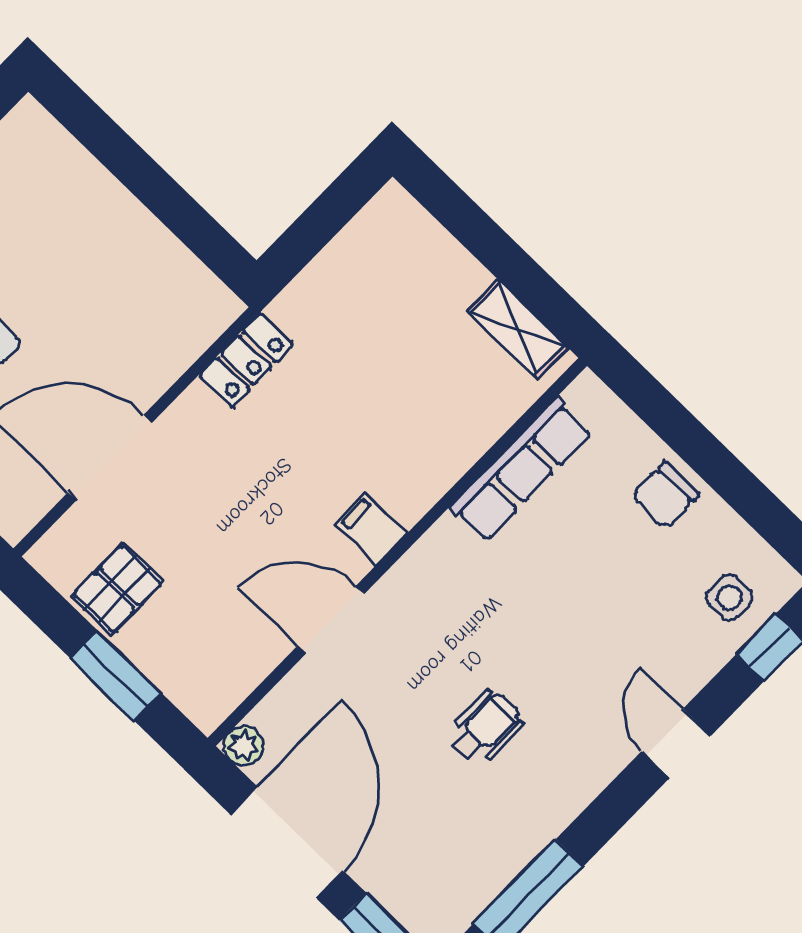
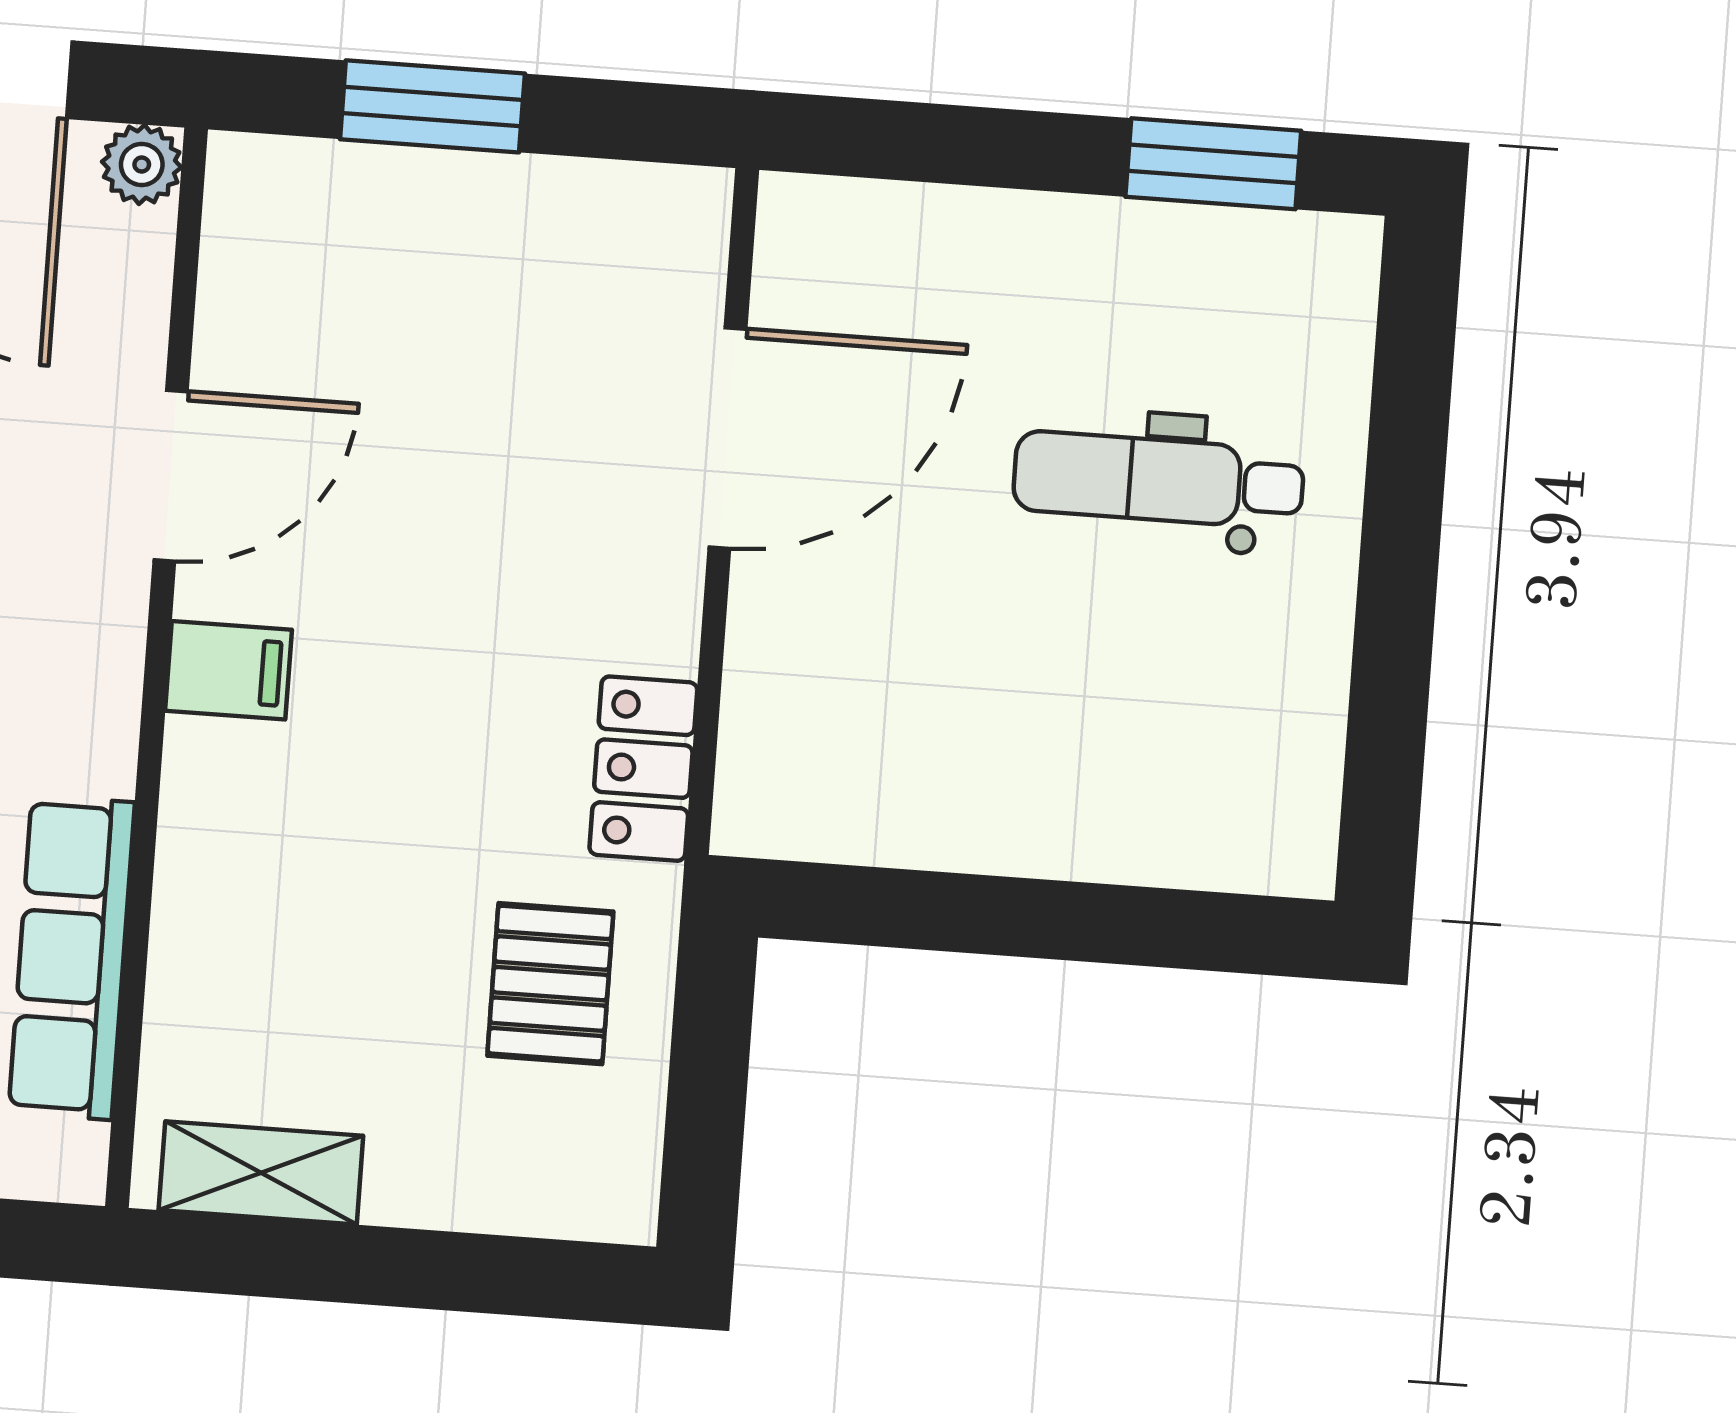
pallet: (117, 589) -> (550, 984), moved

